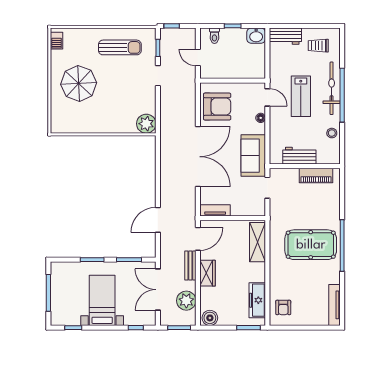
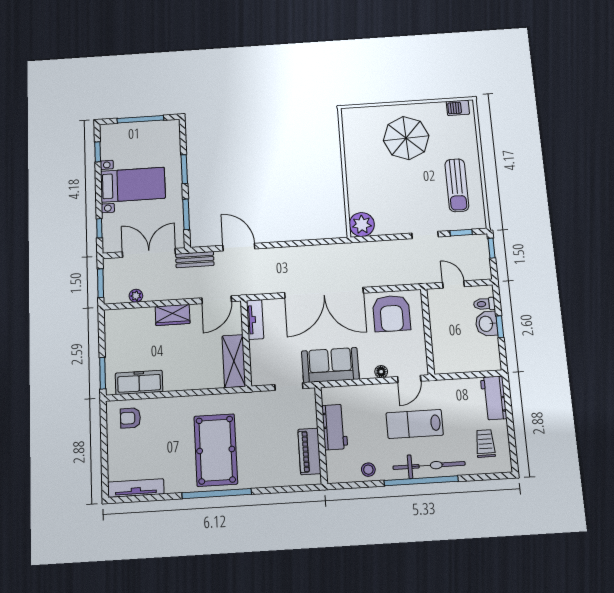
washbasin: (256, 36) -> (486, 324), moved
door: (198, 58) -> (453, 284), hinge flipped
door: (198, 239) -> (217, 300), hinge flipped
shelving: (257, 242) -> (234, 361), moved, turned 90
bench: (190, 266) -> (195, 260), moved
plant: (186, 301) -> (136, 296), width x0.53, depth x0.53
boiler: (210, 318) -> (114, 322), removed

